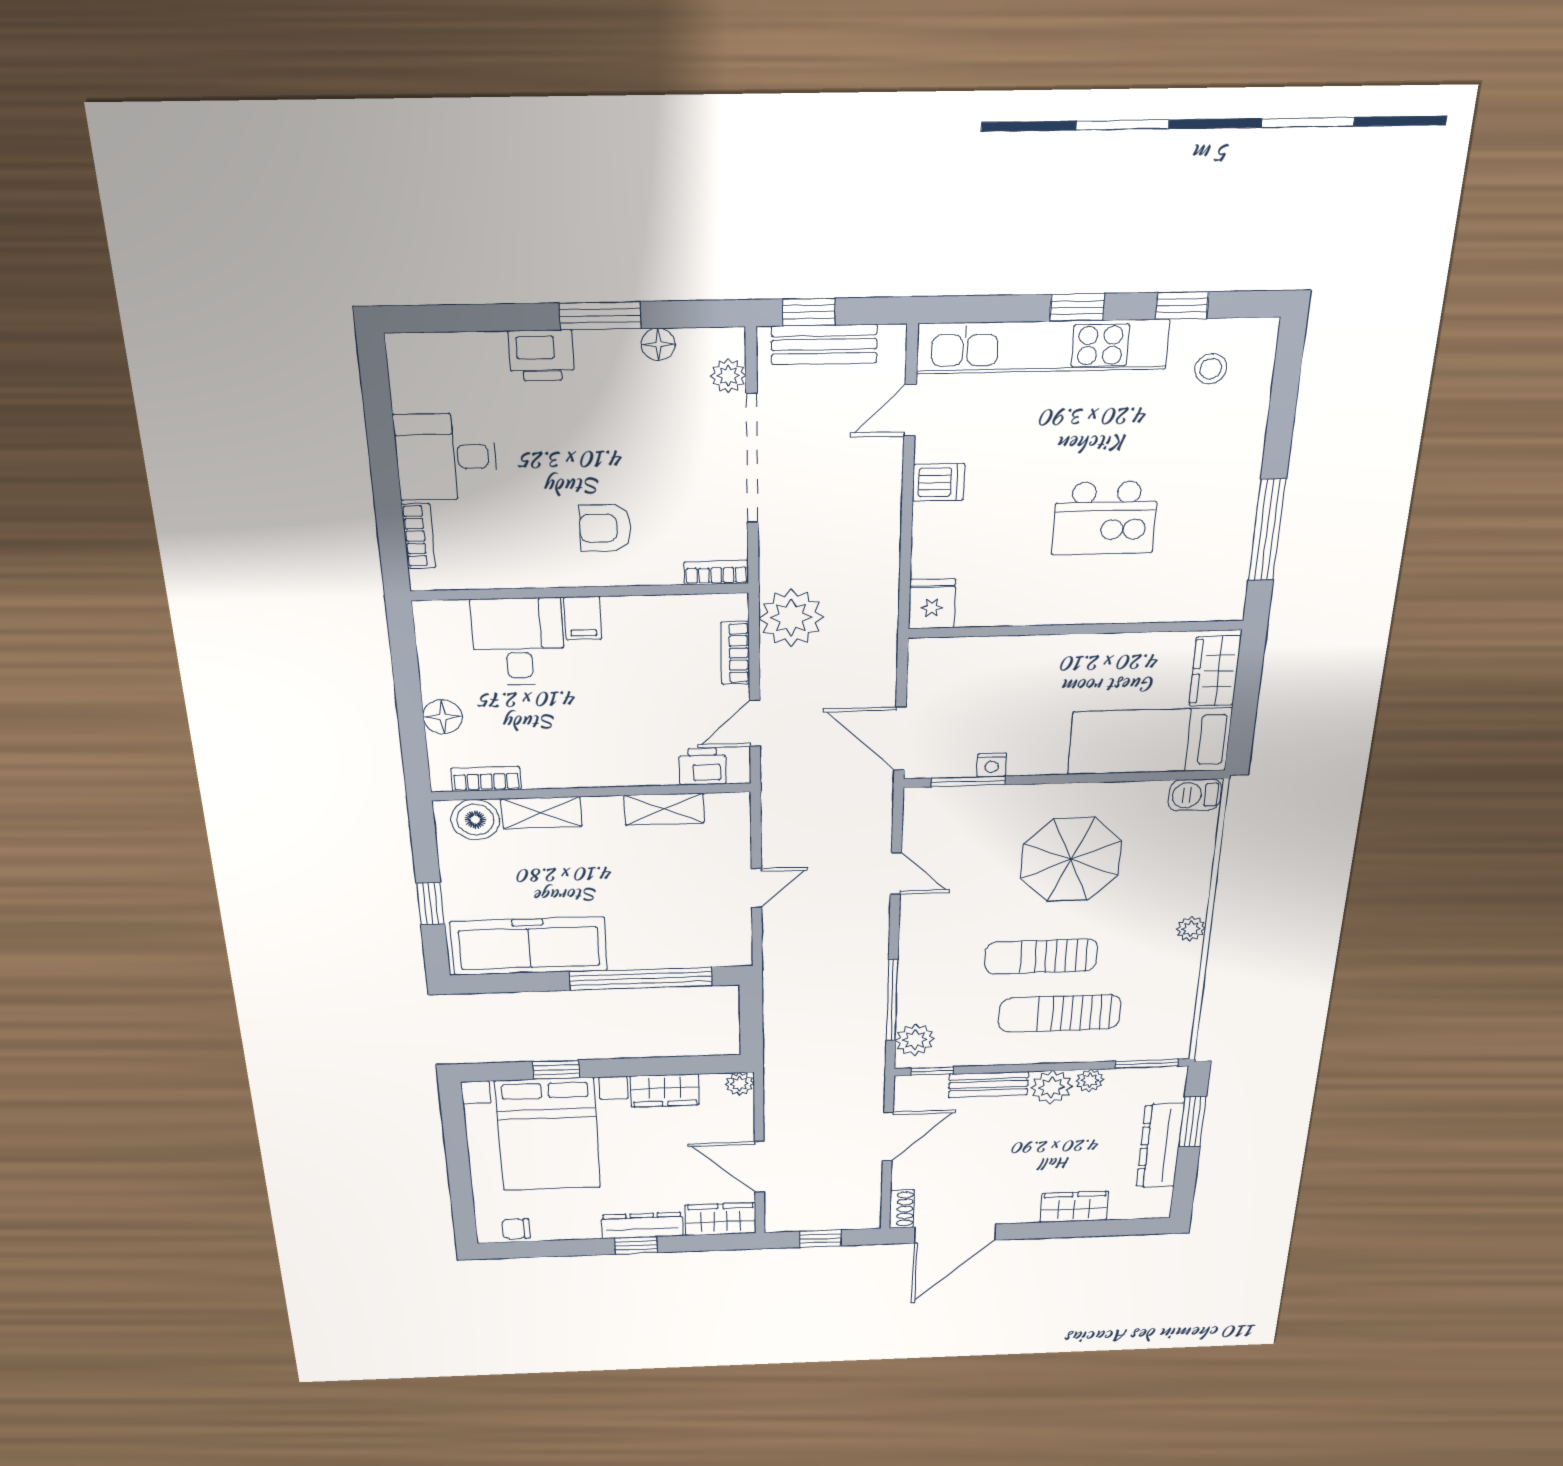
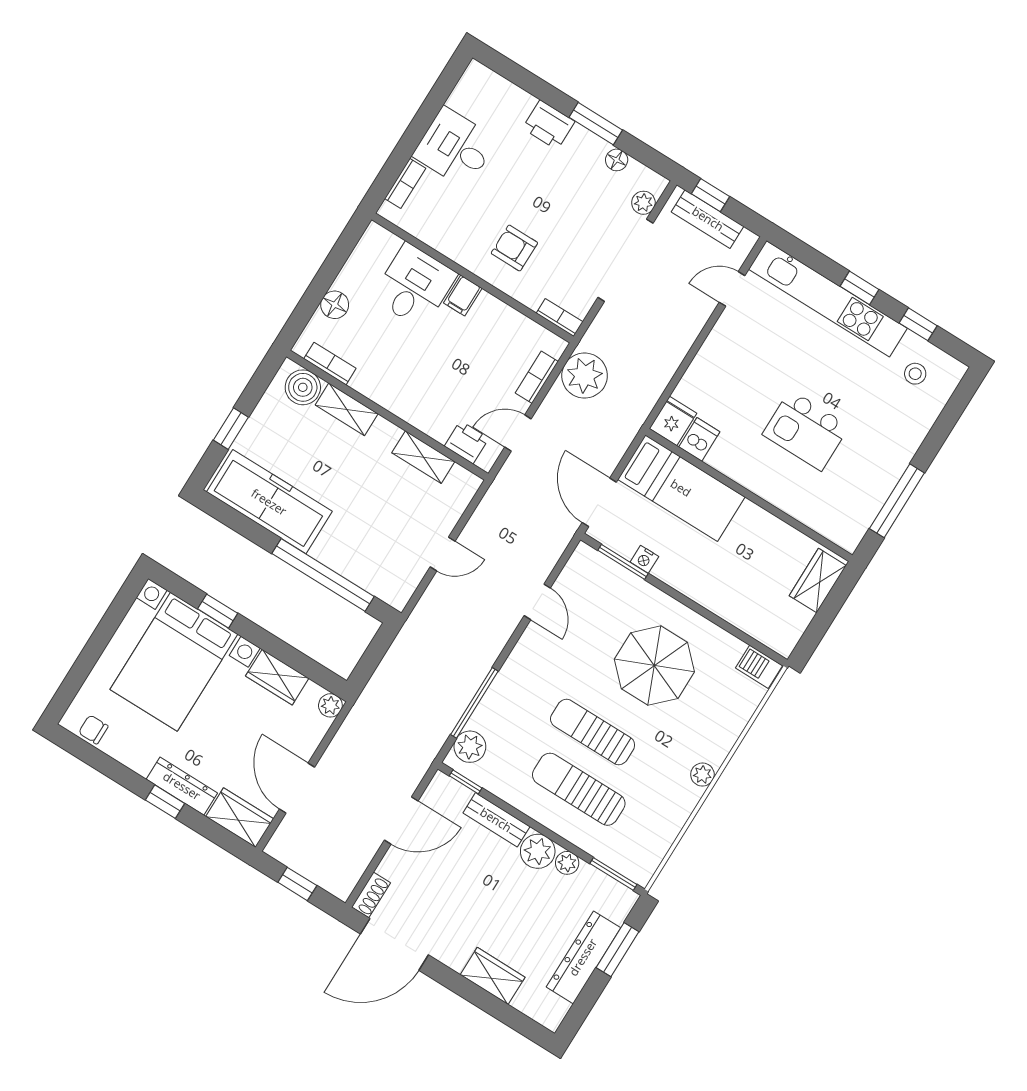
dishwasher: (938, 482) -> (699, 439), moved, turned -90
bed: (1150, 741) -> (681, 488), moved, turned 180

